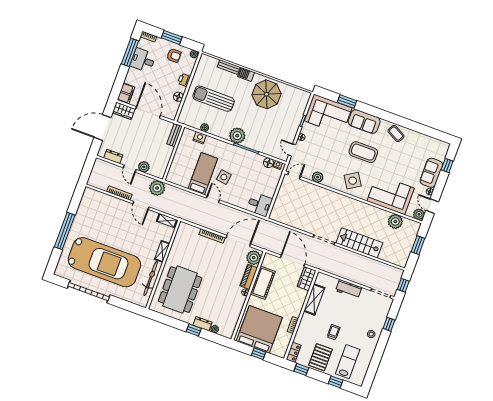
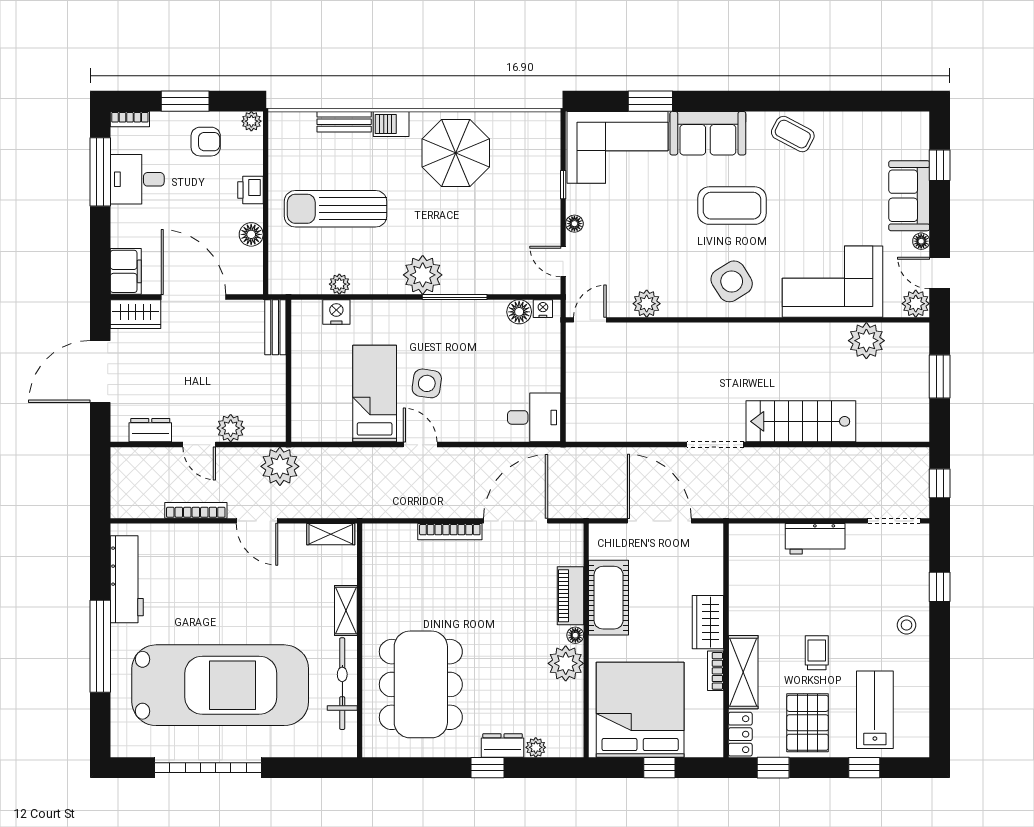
workbench: (84, 209) -> (127, 579), added
plant: (254, 258) -> (566, 663), moved
wardrobe: (307, 279) -> (708, 622), moved
shelving: (314, 299) -> (743, 672), moved

